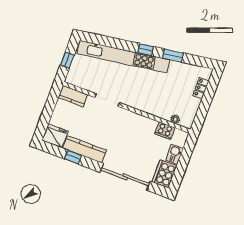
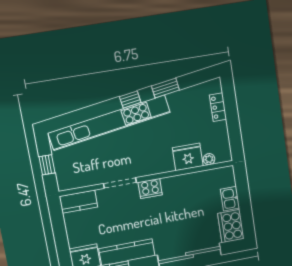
fridge: (162, 109) -> (188, 157), added
cooker: (165, 131) -> (150, 188), moved

